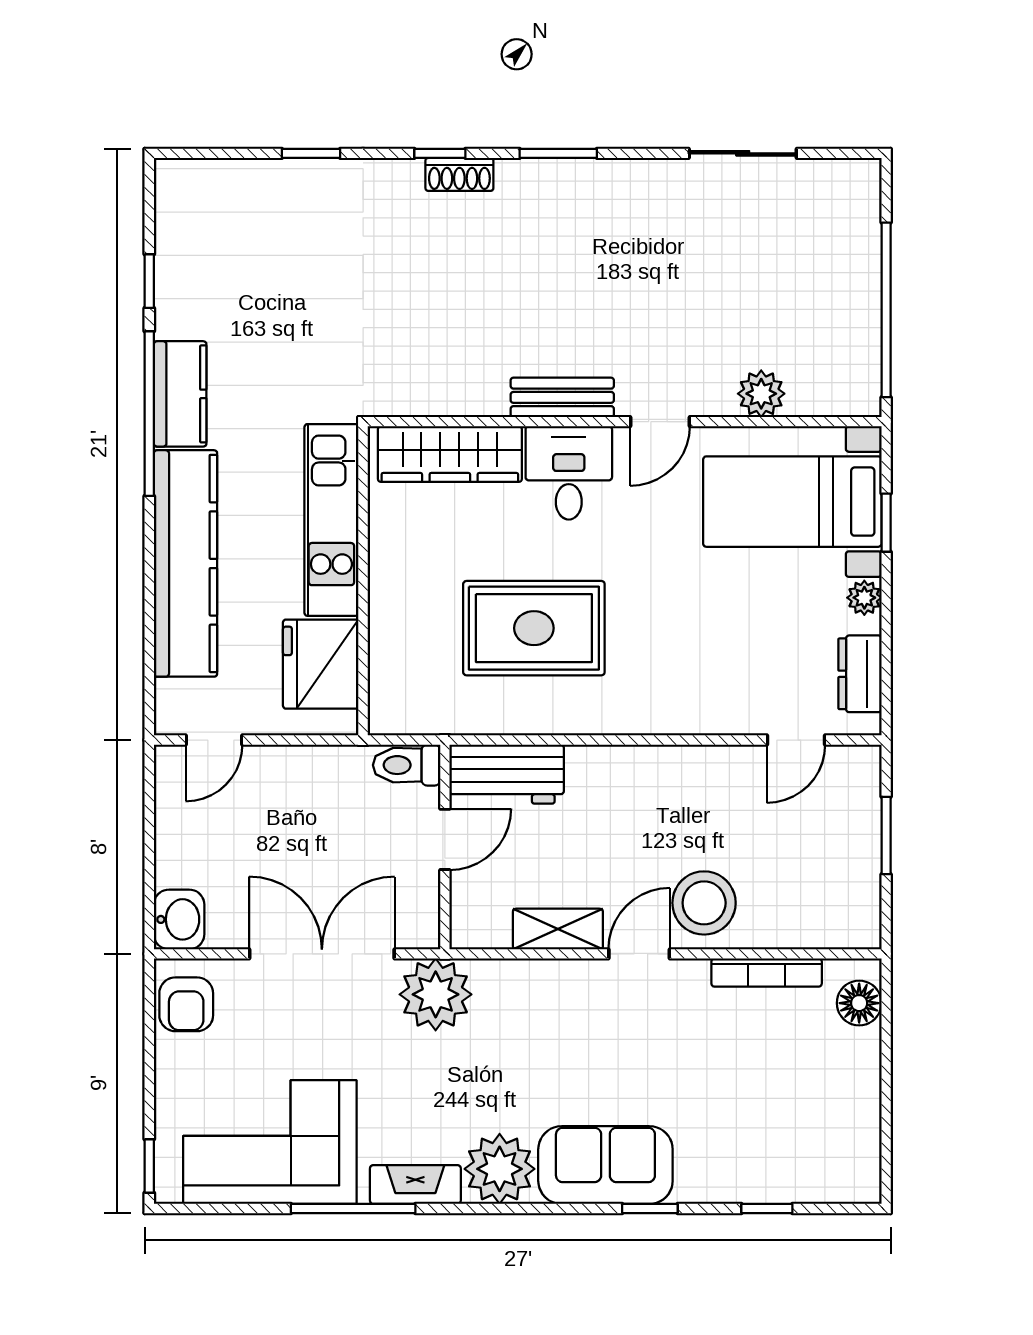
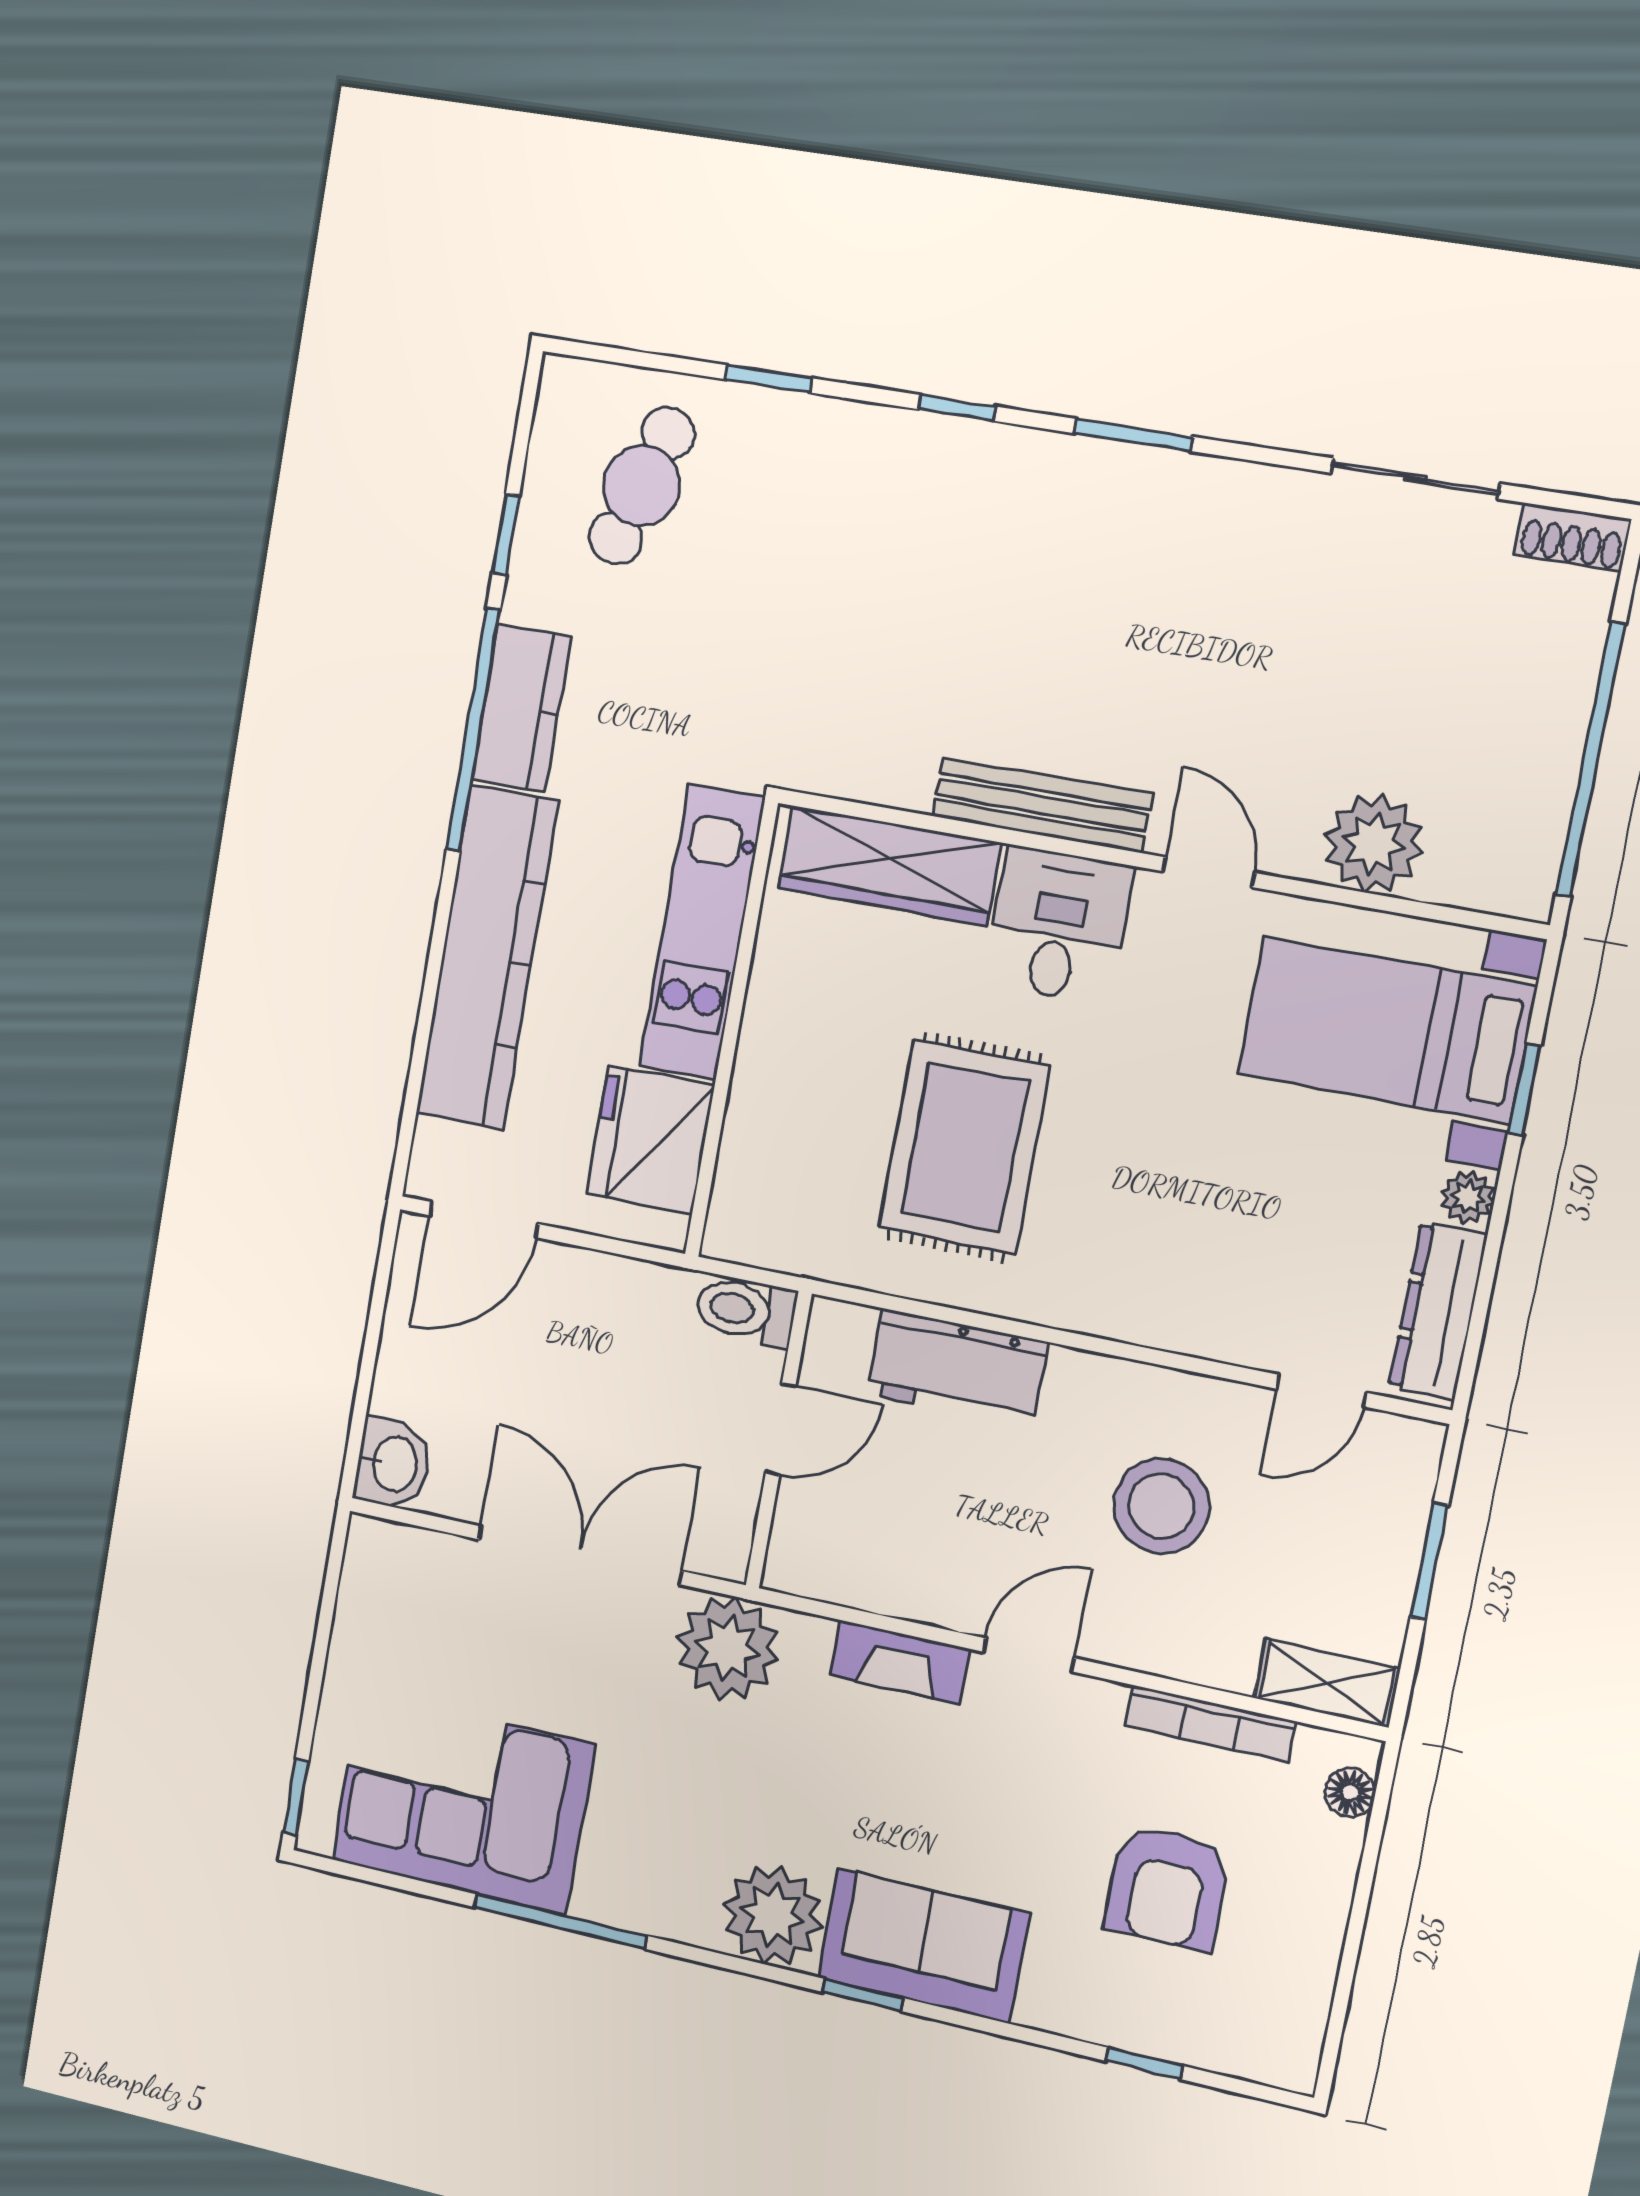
shoe rack: (459, 174) -> (1572, 537), moved
cafe table: (237, 235) -> (642, 486), added
plant: (761, 394) -> (1374, 843), width x1.36, depth x1.36
bench: (562, 397) -> (1042, 805), width x1.36
door: (660, 422) -> (1209, 872), swing flipped
rug: (534, 628) -> (965, 1147), turned 90
dresser: (860, 674) -> (1438, 1311), width x1.44
door: (214, 740) -> (483, 1220), width x1.38
workbench: (507, 774) -> (957, 1368), moved
stool: (704, 903) -> (1161, 1506), moved
shelving: (558, 929) -> (1327, 1683), moved
floor lamp: (859, 1003) -> (1350, 1792), width x0.73, depth x0.73
armchair: (186, 1004) -> (1167, 1888), moved, width x1.38, depth x1.38
fireplace: (415, 1185) -> (899, 1662), moved, turned 180
window: (650, 1209) -> (863, 1995), moved

